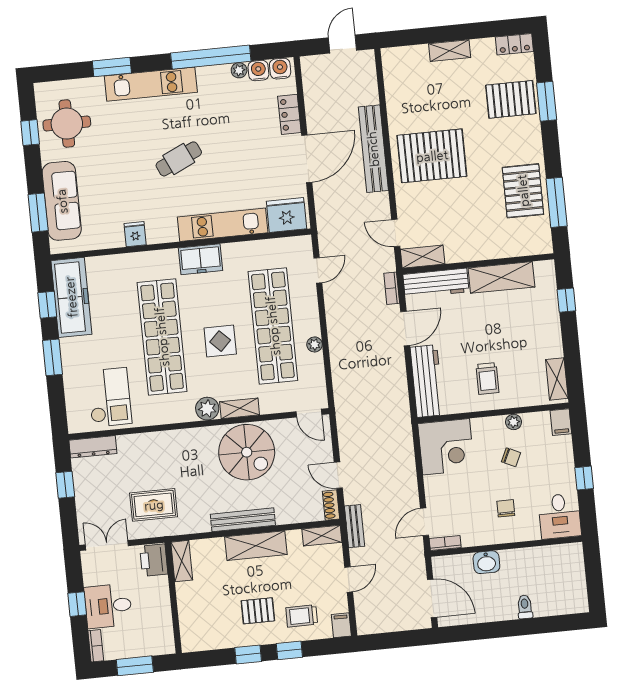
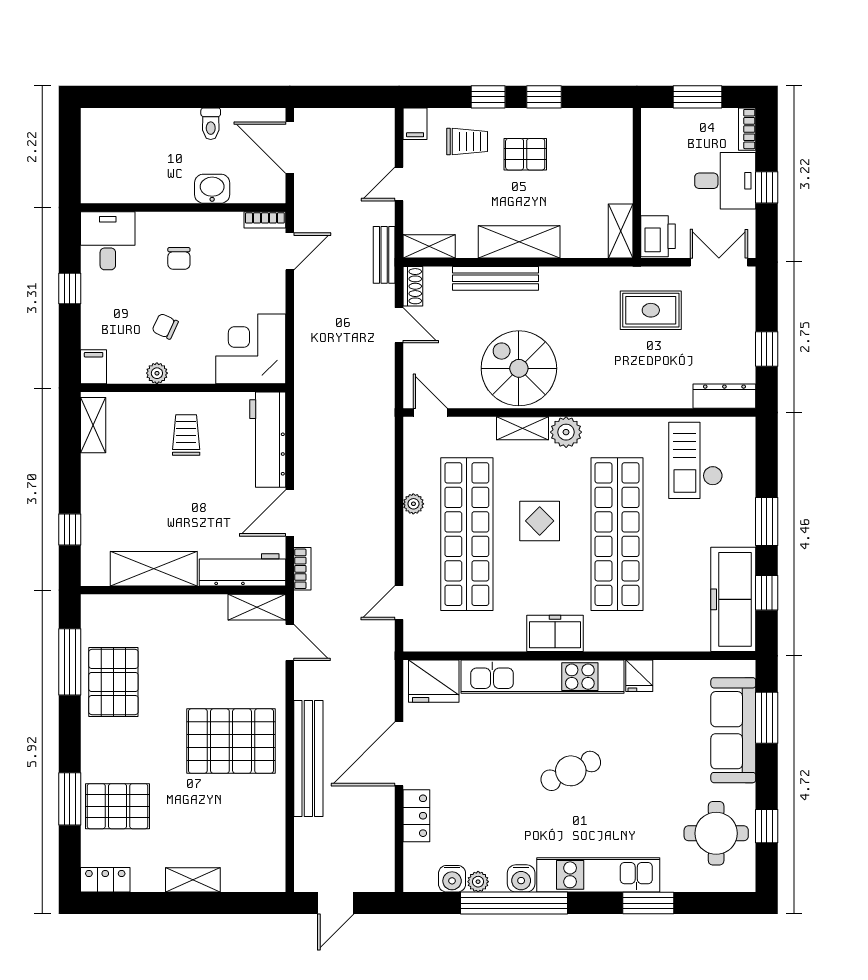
water cooler: (280, 69) -> (521, 878), moved
kitchen unit: (223, 225) -> (542, 677), width x1.36
bench: (243, 520) -> (496, 278), moved
double door: (107, 545) -> (719, 262), swing flipped
toilet: (525, 607) -> (211, 124), moved

